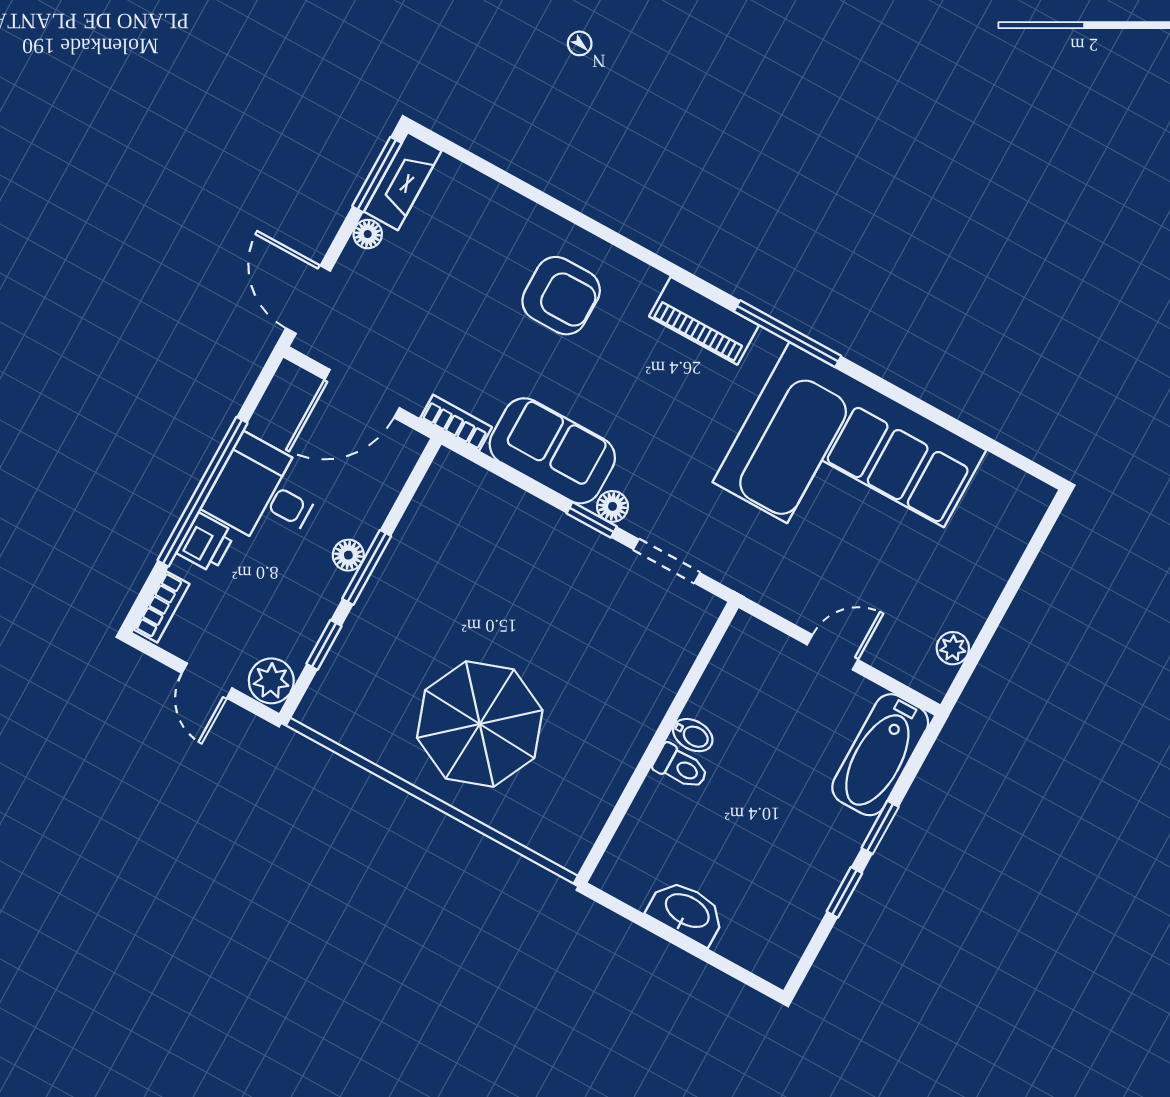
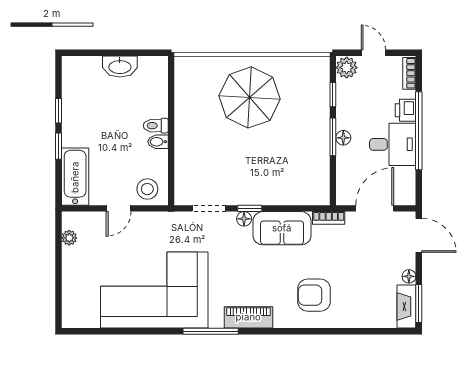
stool: (760, 659) -> (147, 189), added

